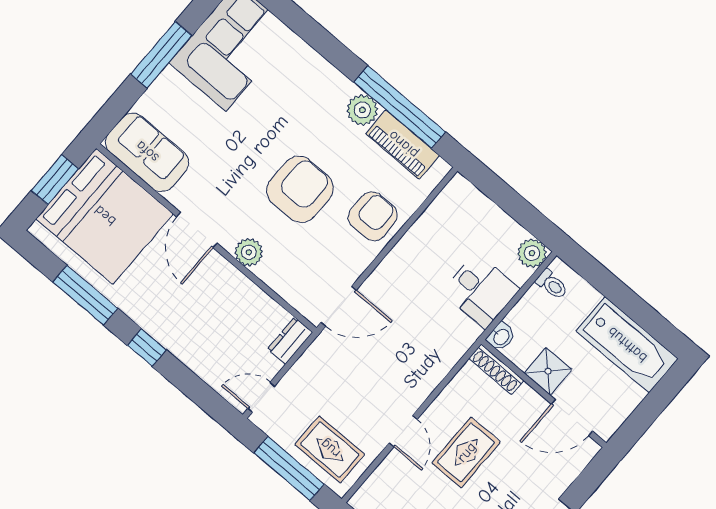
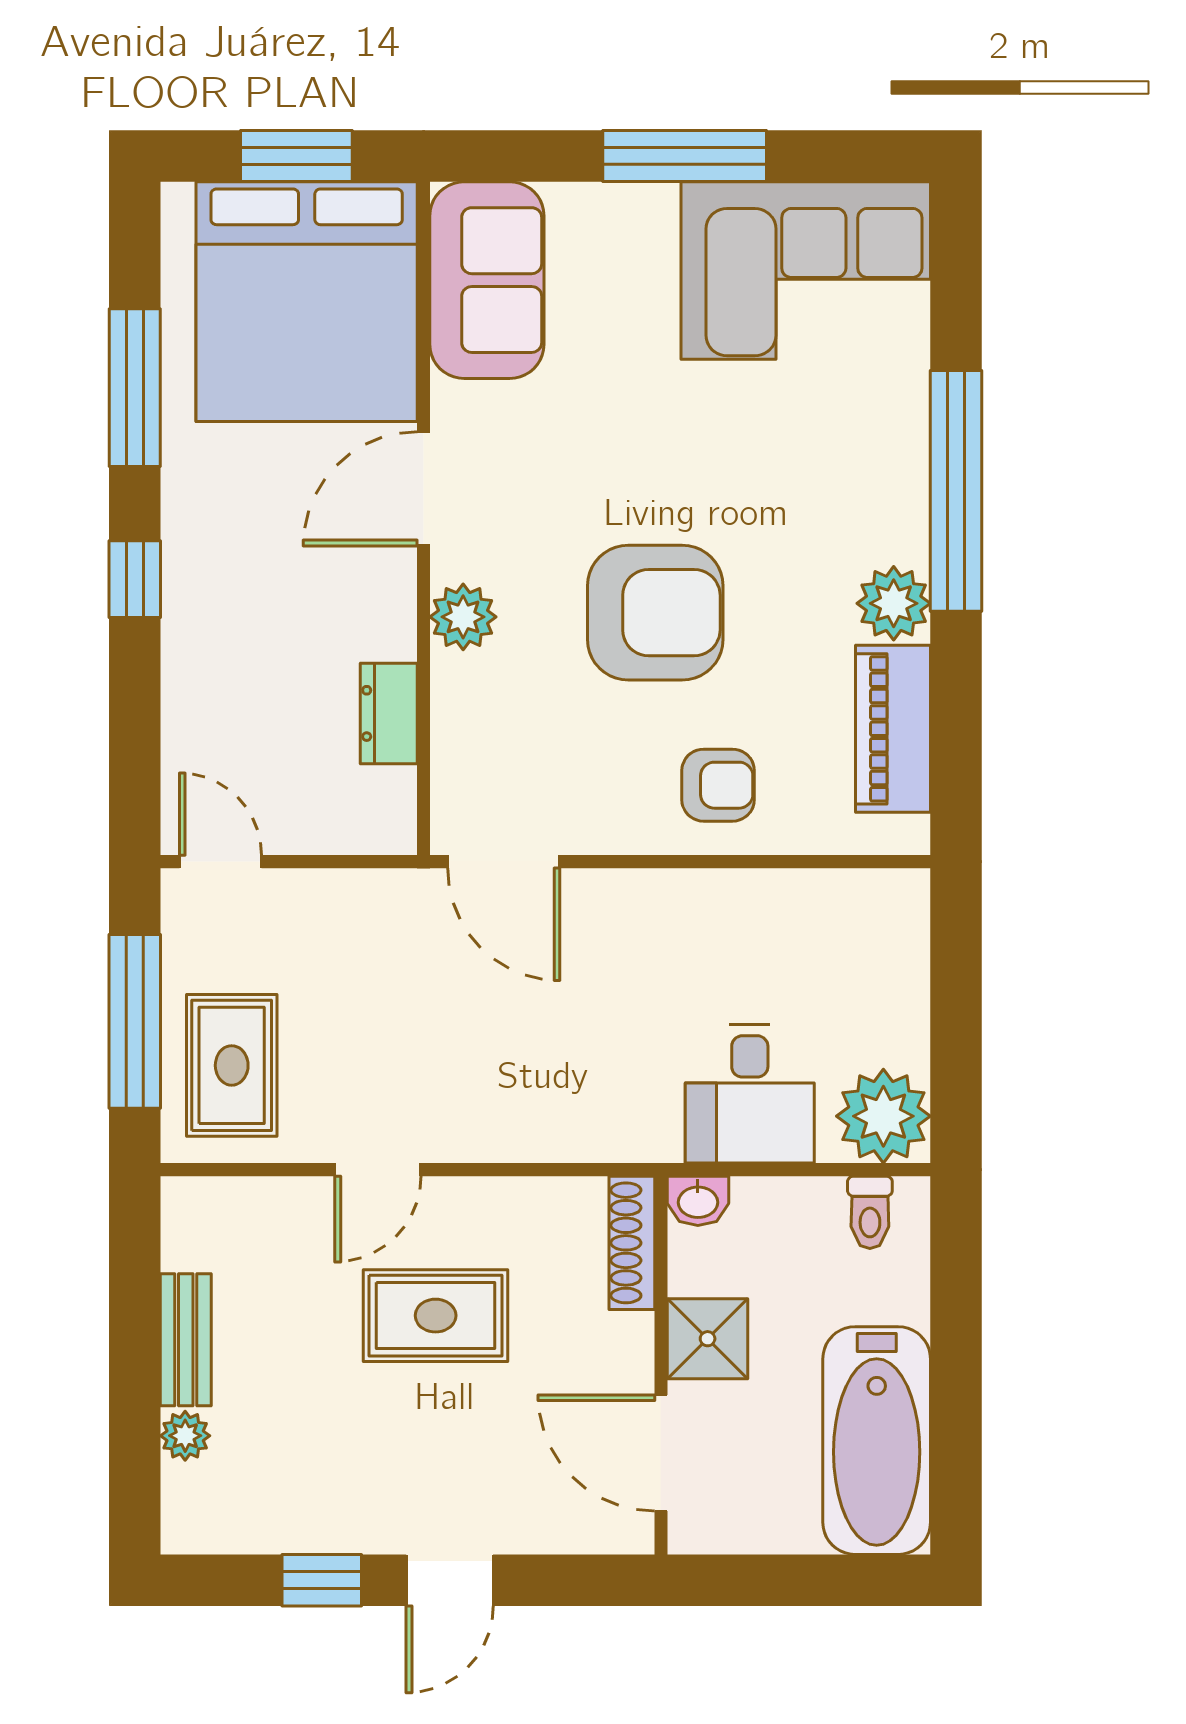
window: (400, 107) -> (956, 491), moved
armchair: (373, 216) -> (718, 785), width x0.72, depth x0.72
plant: (532, 253) -> (883, 1116), width x1.36, depth x1.36
dresser: (290, 341) -> (389, 713), moved, turned -90

